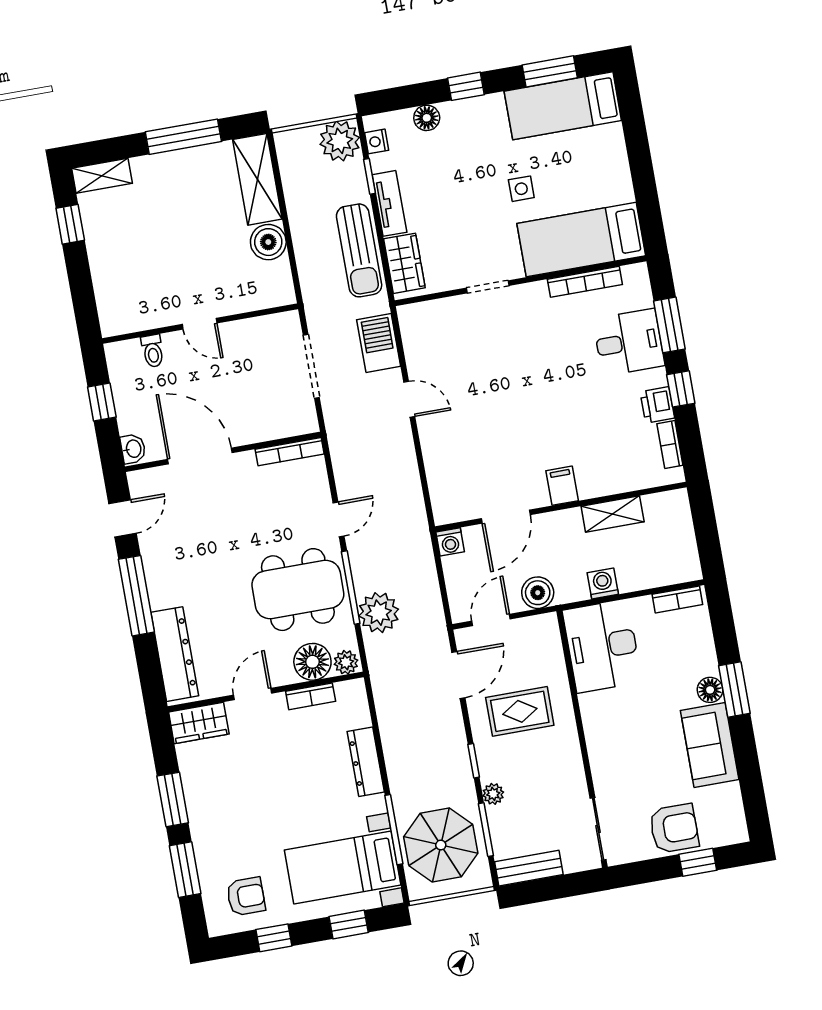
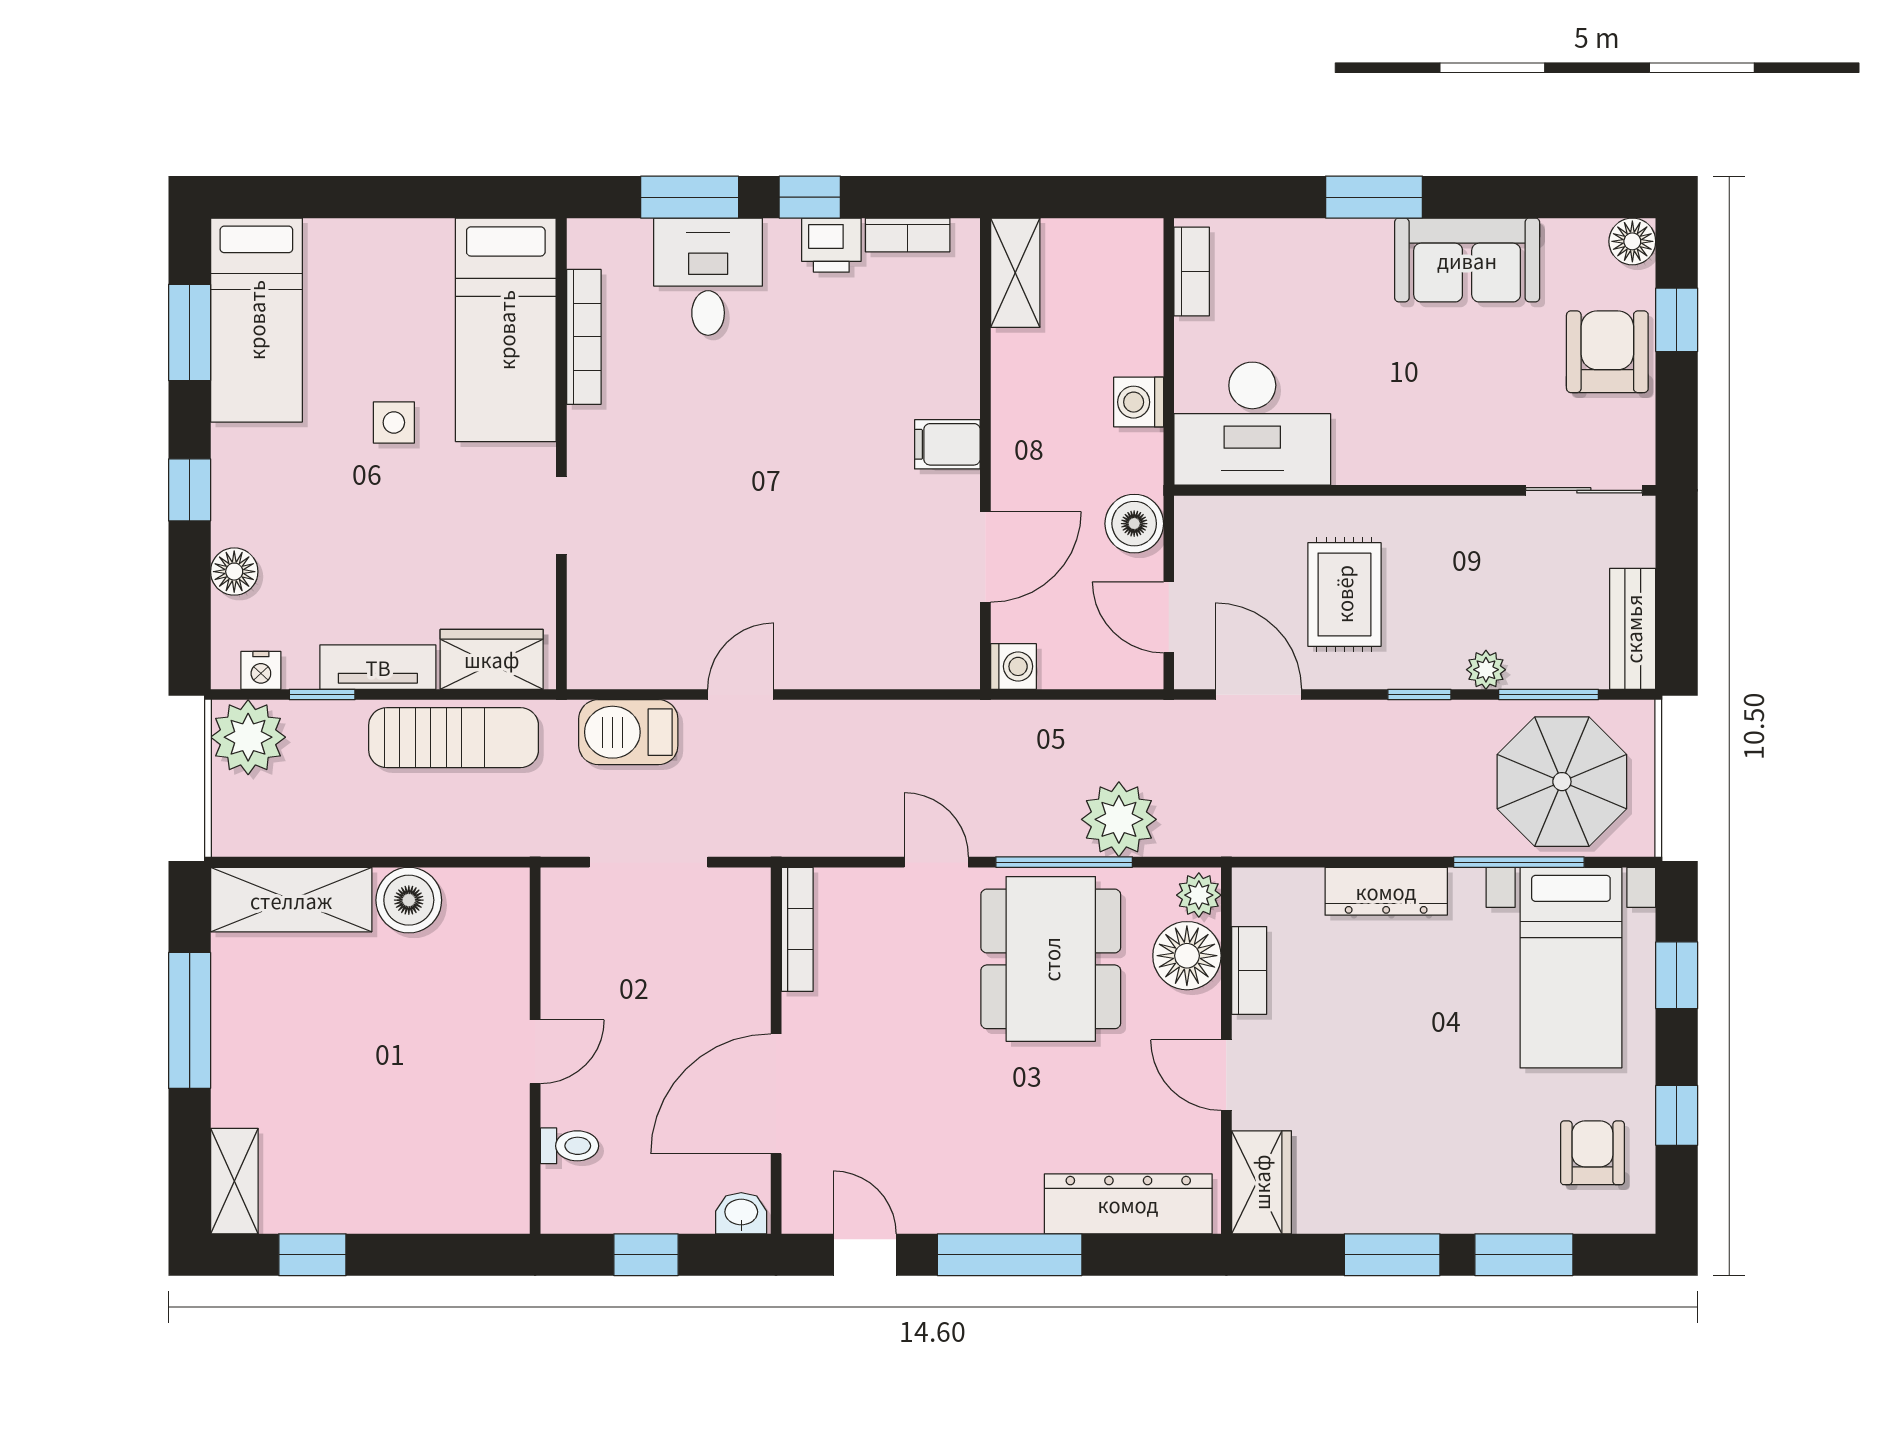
shelving: (613, 514) -> (1015, 273), moved
door: (506, 517) -> (985, 557), hinge flipped
floor lamp: (710, 690) -> (1632, 241), moved

